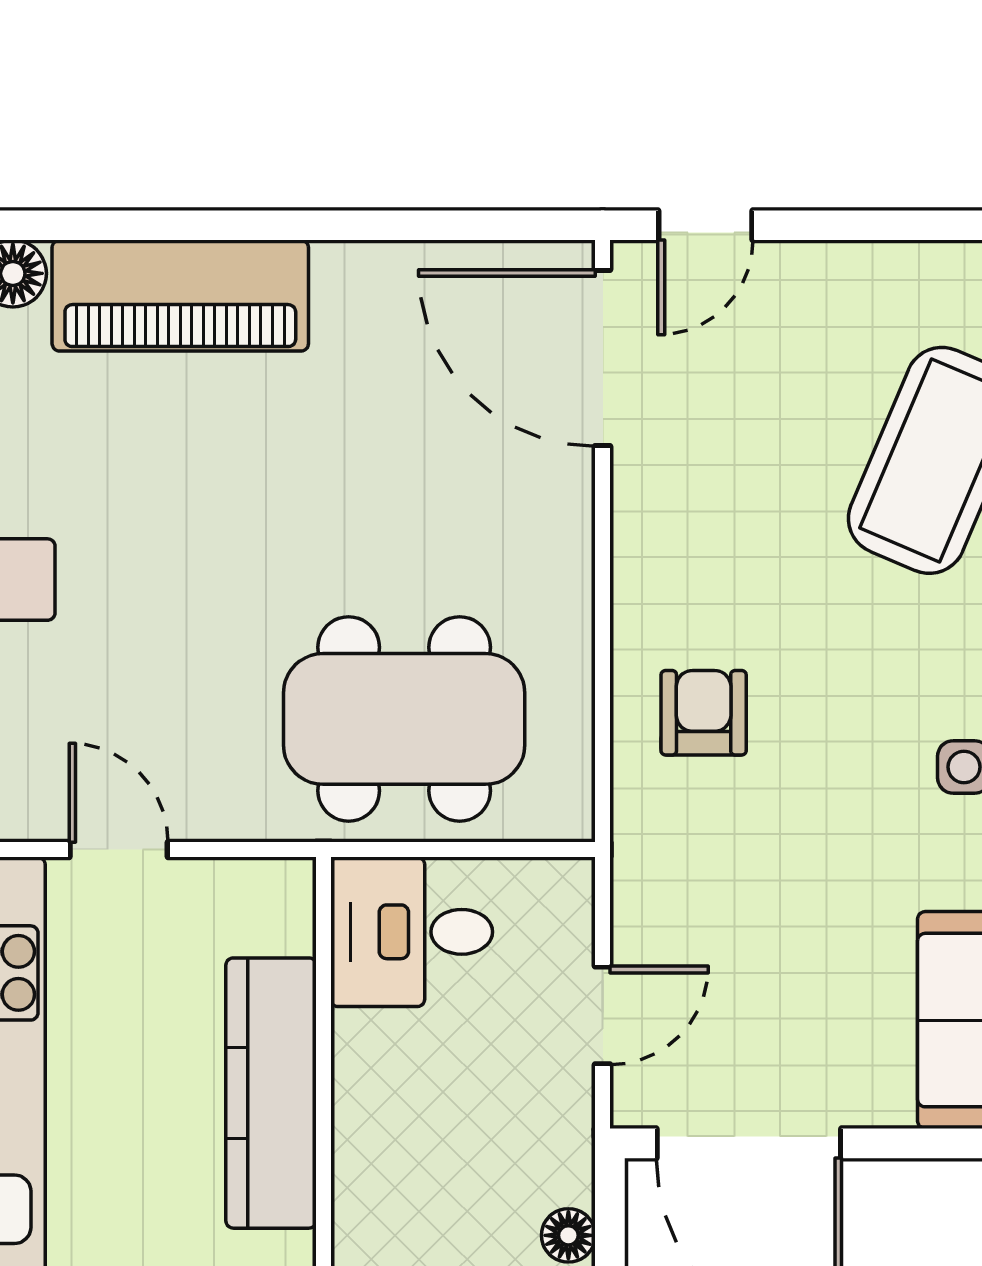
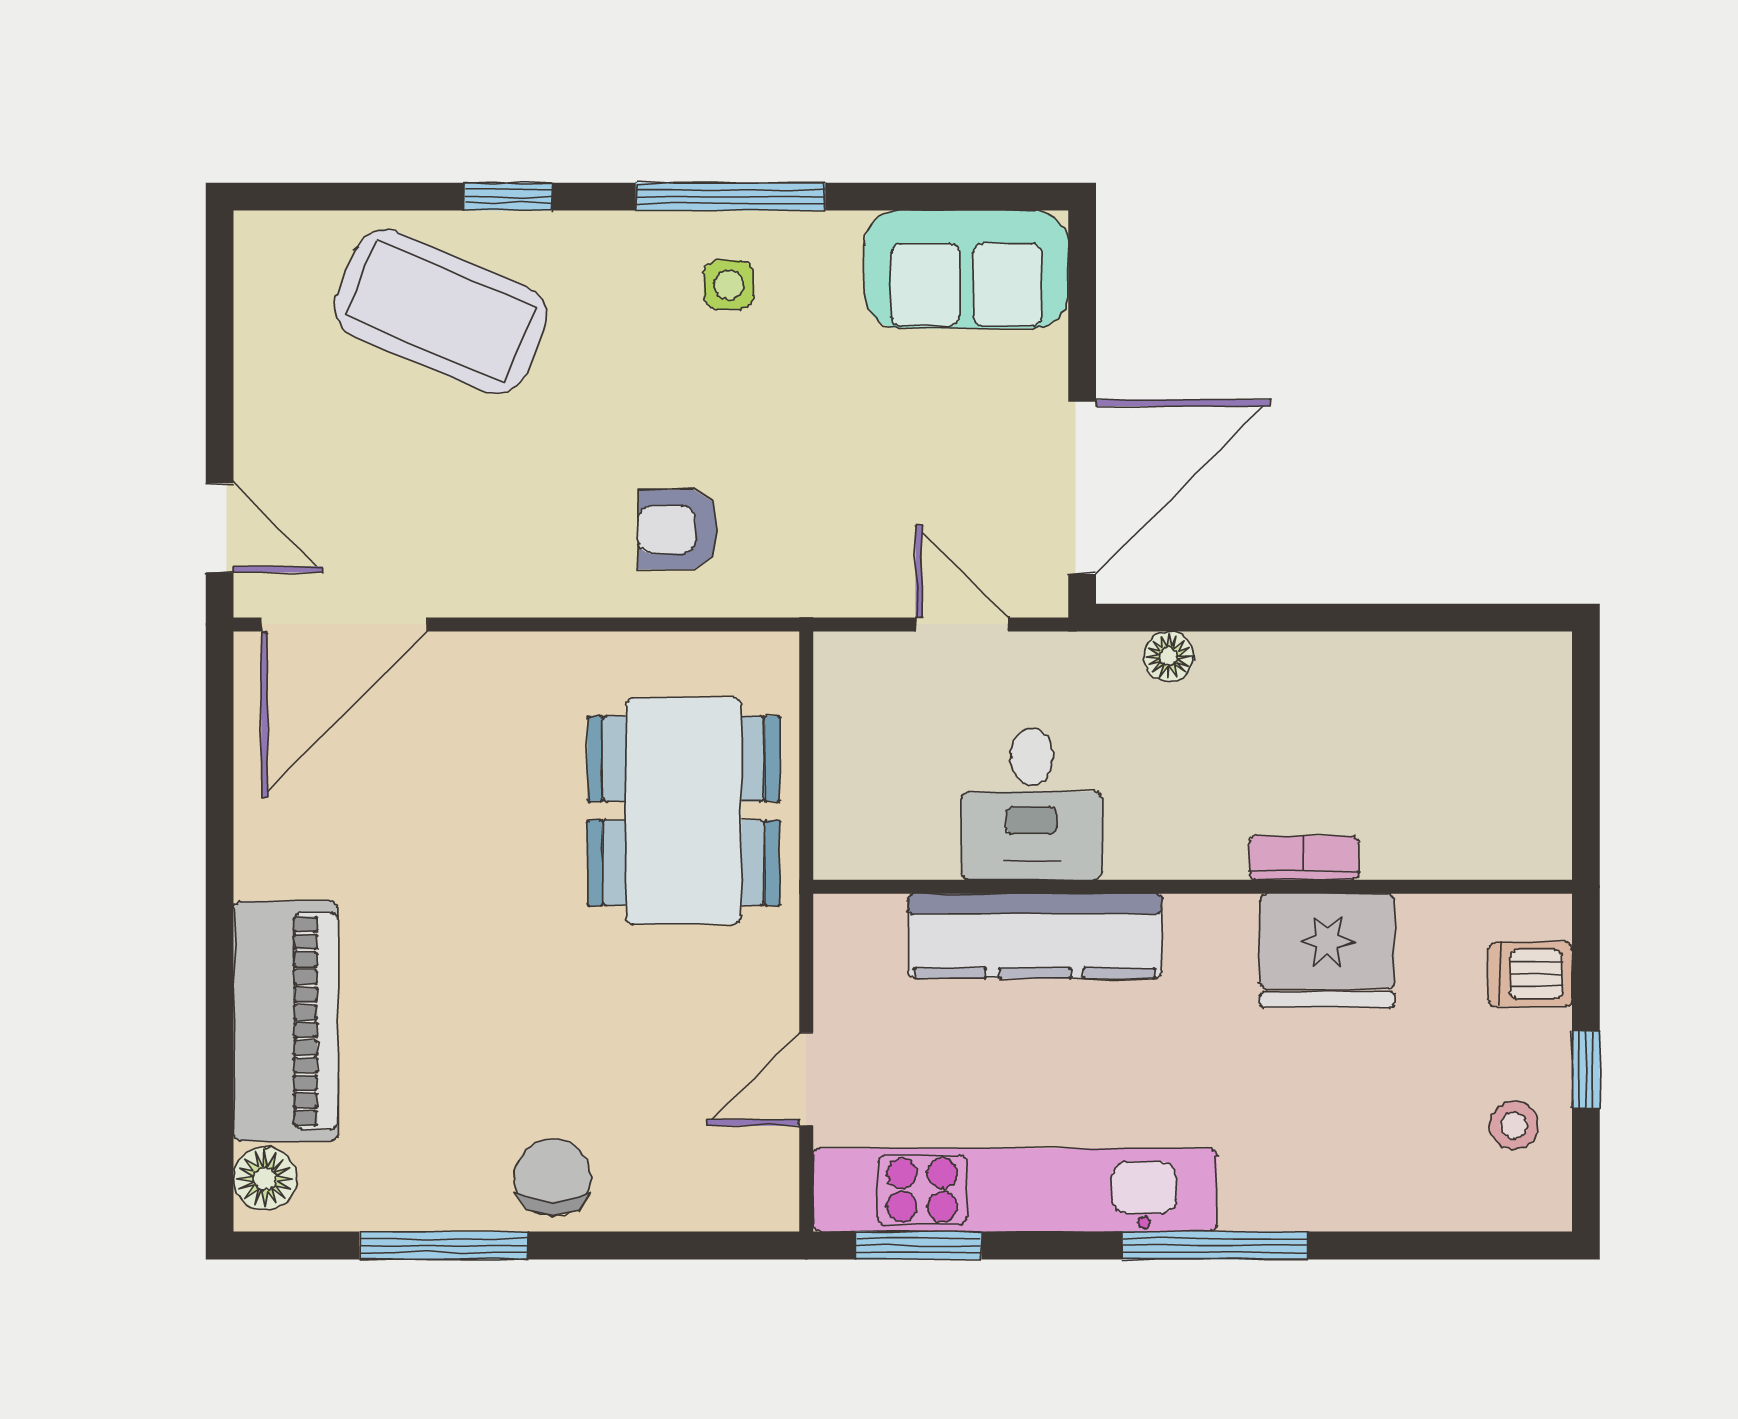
desk: (412, 932) -> (1032, 804), moved

